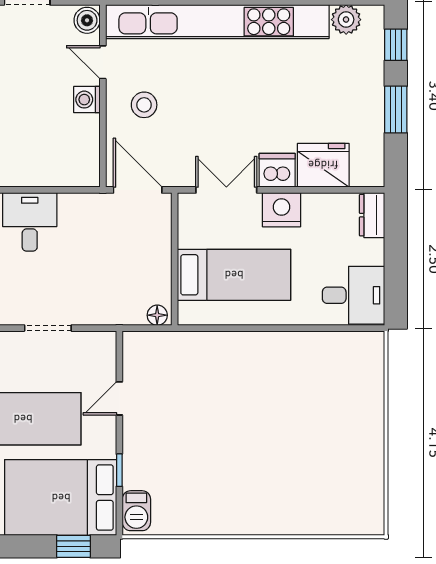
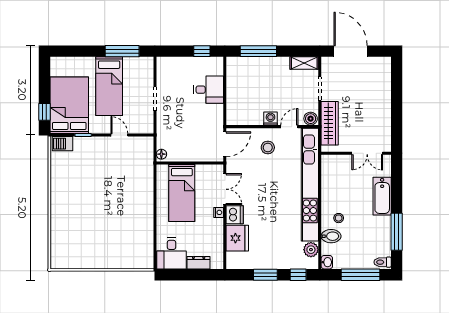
nightstand: (281, 210) -> (219, 212), width x0.53, depth x0.56
dresser: (372, 215) -> (199, 263), moved

